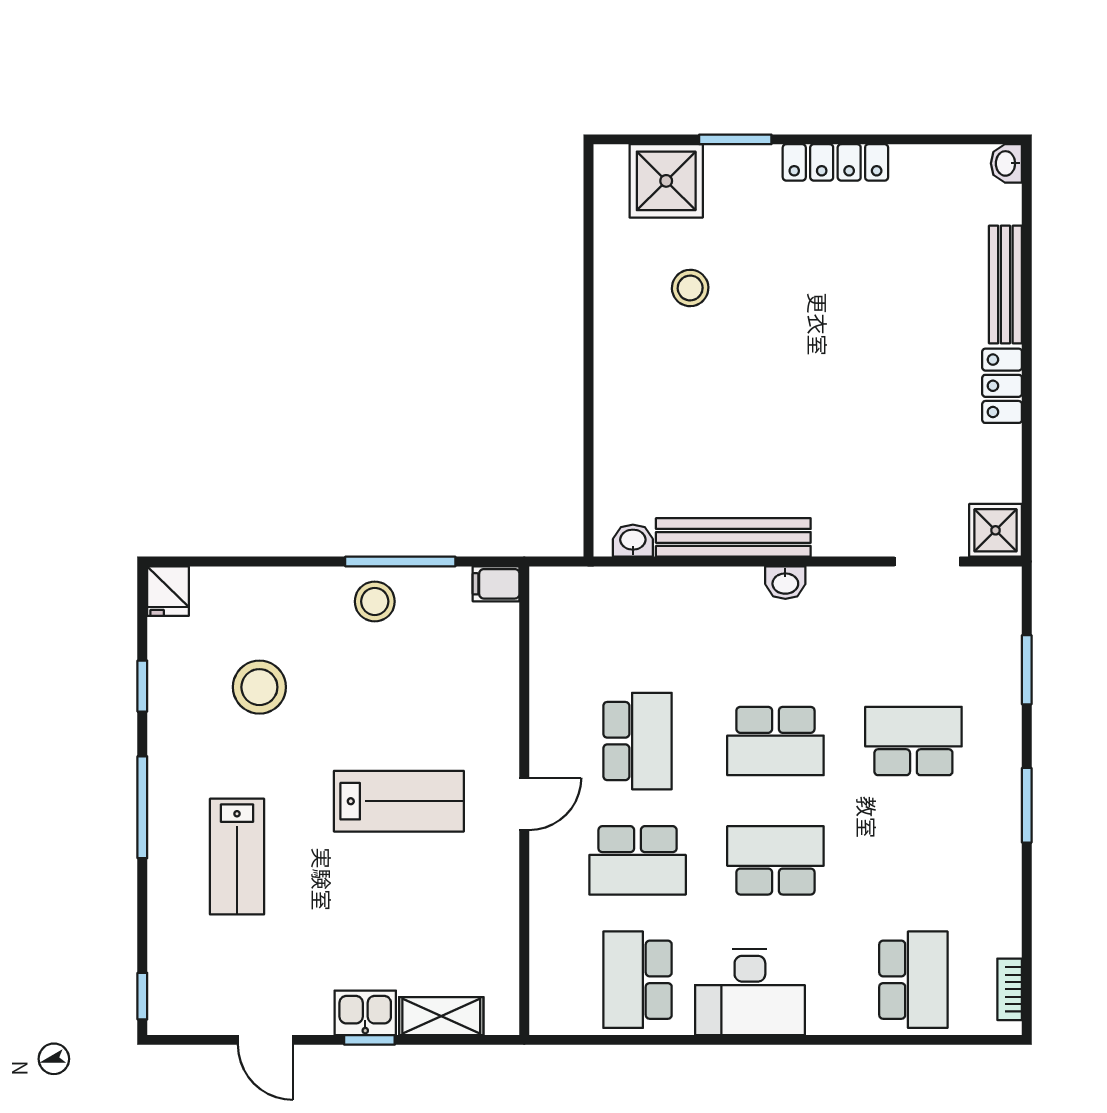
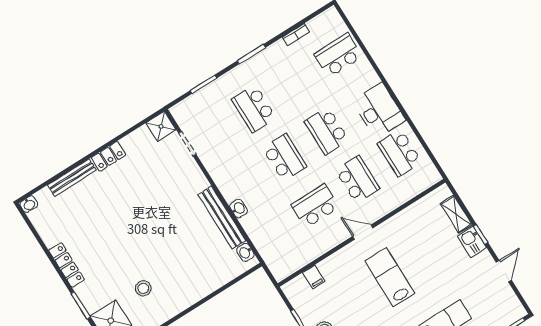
washbasin: (785, 583) -> (239, 209), moved
filing cabinet: (496, 584) -> (314, 277), moved
school desk: (638, 980) -> (400, 153), turned 90
bookcase: (1010, 989) -> (296, 35), moved

